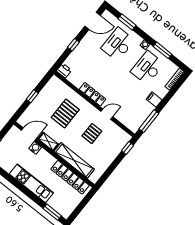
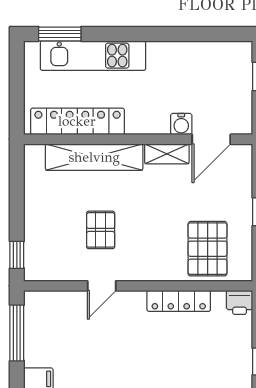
locker: (93, 94) -> (179, 301), moved
pallet: (65, 113) -> (208, 249), moved
kitchen unit: (31, 183) -> (93, 56), moved

